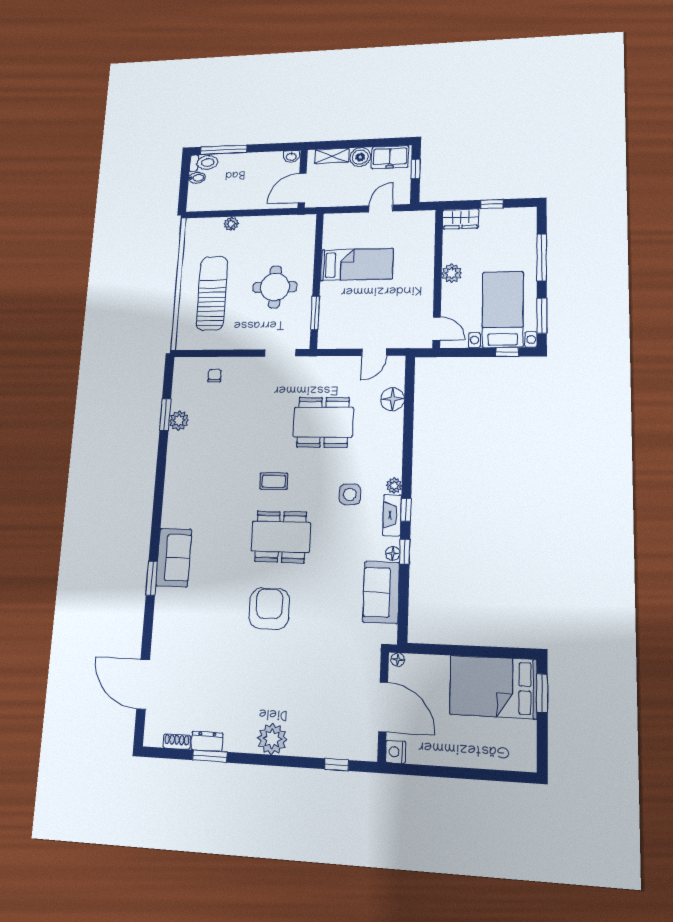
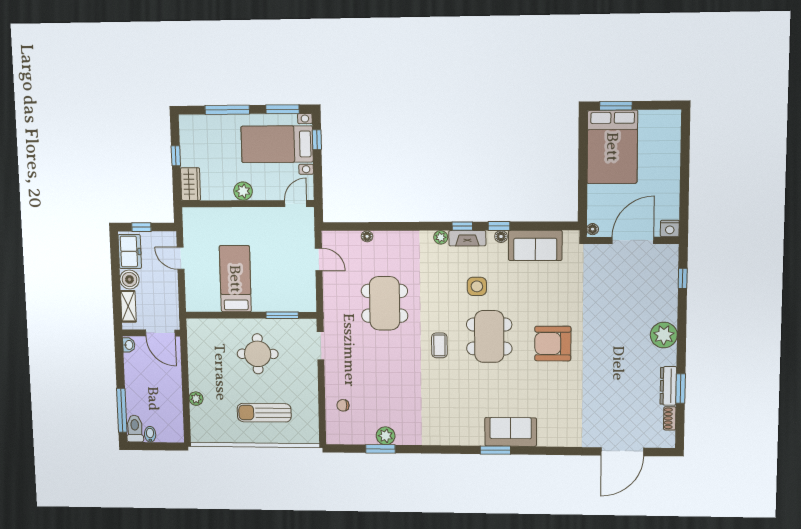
sun lounger: (212, 293) -> (264, 413), width x0.73, depth x0.75
floor lamp: (392, 399) -> (367, 236), width x0.53, depth x0.53
side table: (350, 494) -> (477, 286), moved
window: (152, 578) -> (495, 450), moved
dresser: (207, 741) -> (668, 386), width x1.44

